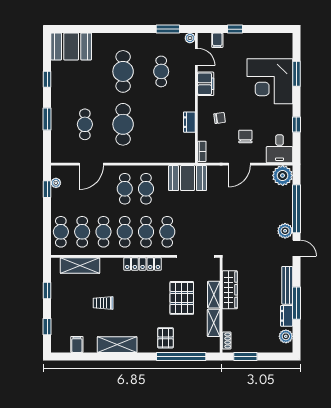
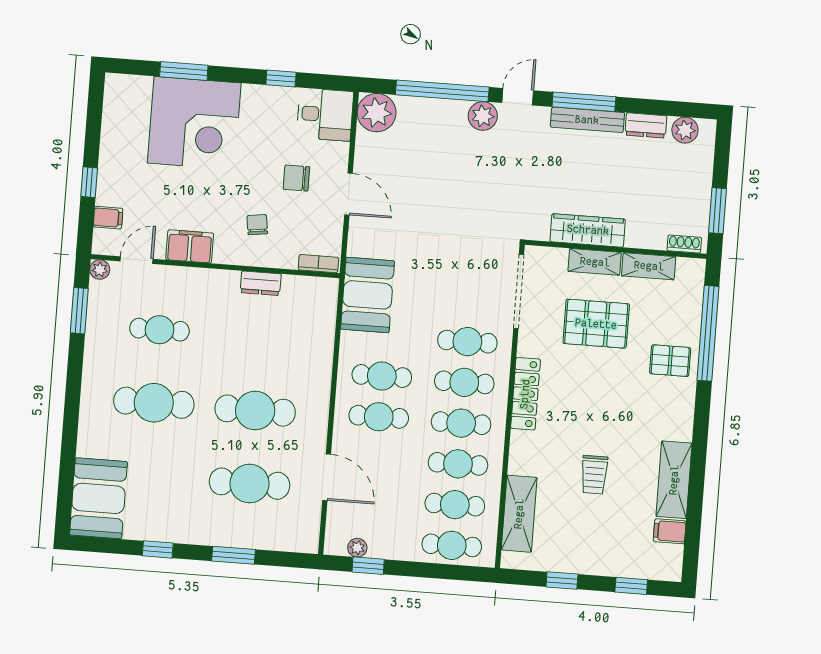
cafe table: (85, 124) -> (250, 484), width x1.37, depth x1.35
window: (296, 303) -> (584, 102), moved
shelving: (117, 345) -> (674, 480), moved

